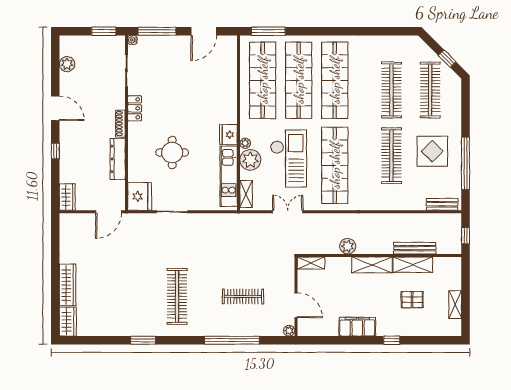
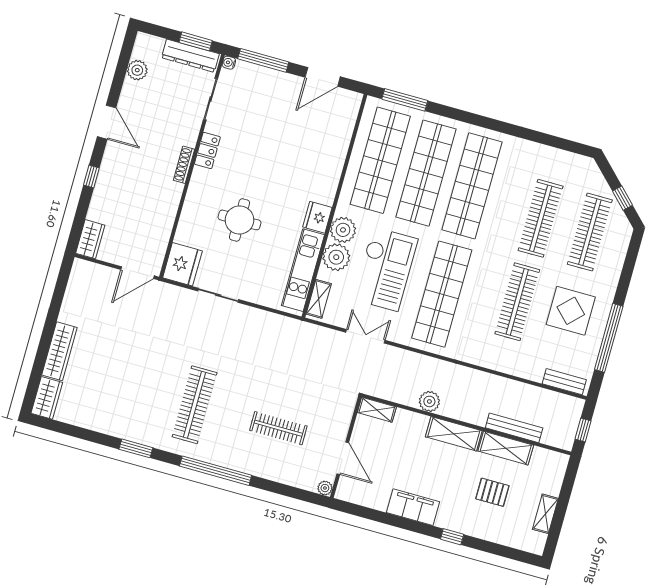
plant: (245, 143) -> (343, 230), width x1.88, depth x1.88
dresser: (118, 159) -> (190, 56), moved, turned -90
window: (232, 340) -> (216, 471), moved

